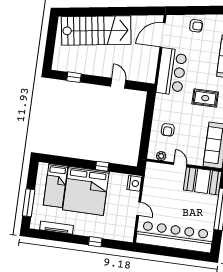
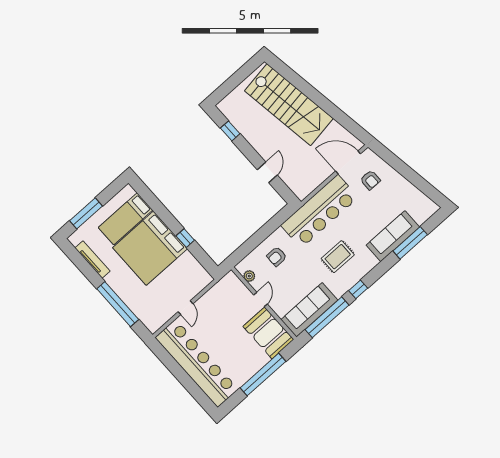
armchair: (196, 26) -> (370, 180), moved
bar counter: (172, 72) -> (319, 211), width x1.36
rug: (205, 98) -> (338, 257), turned 90
nightstand: (134, 183) -> (202, 280), removed
window: (95, 242) -> (118, 304), width x3.17

